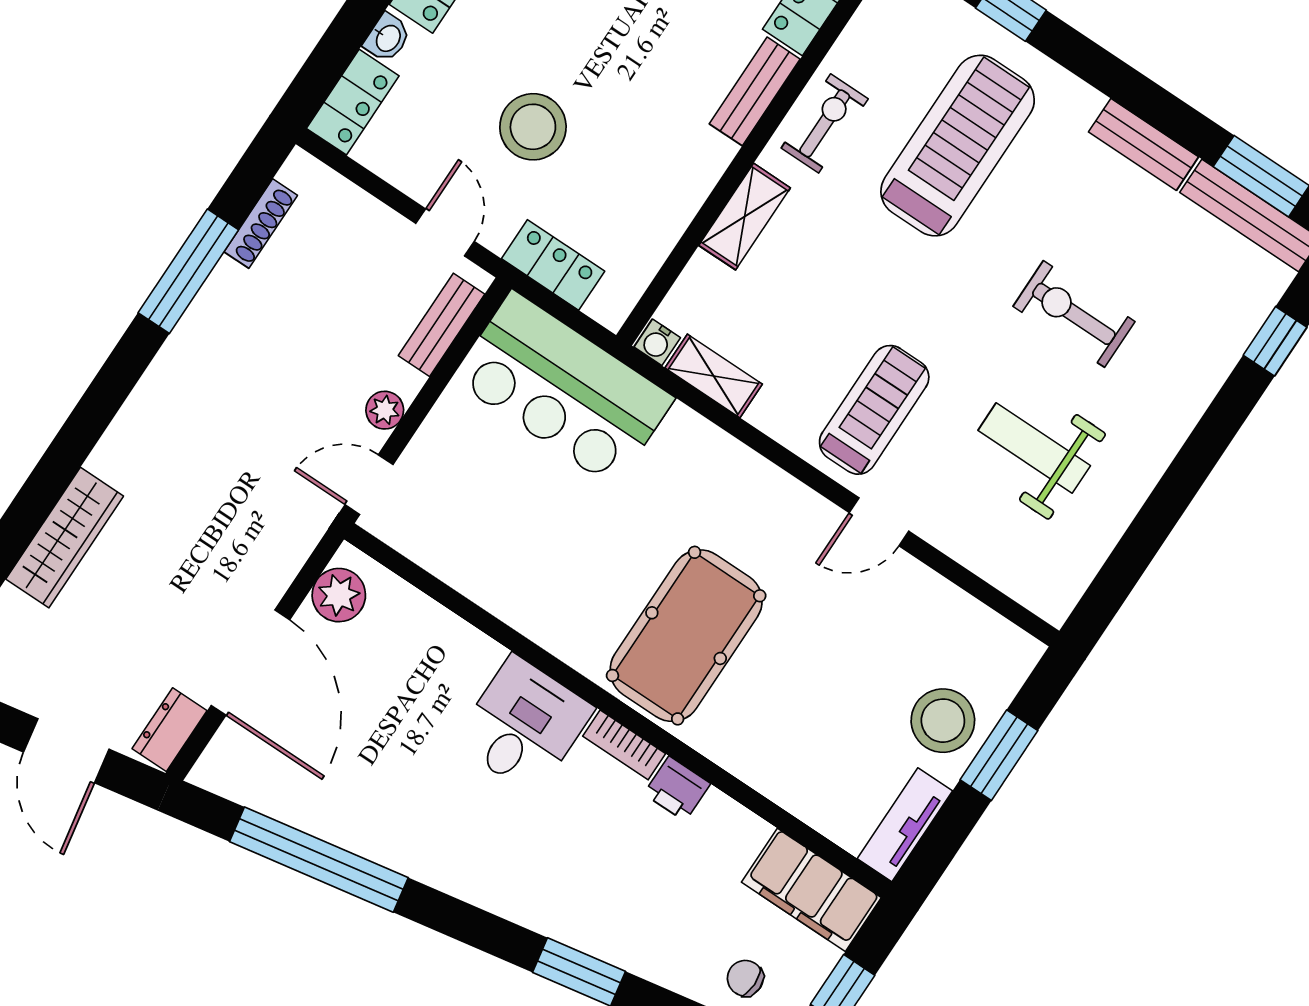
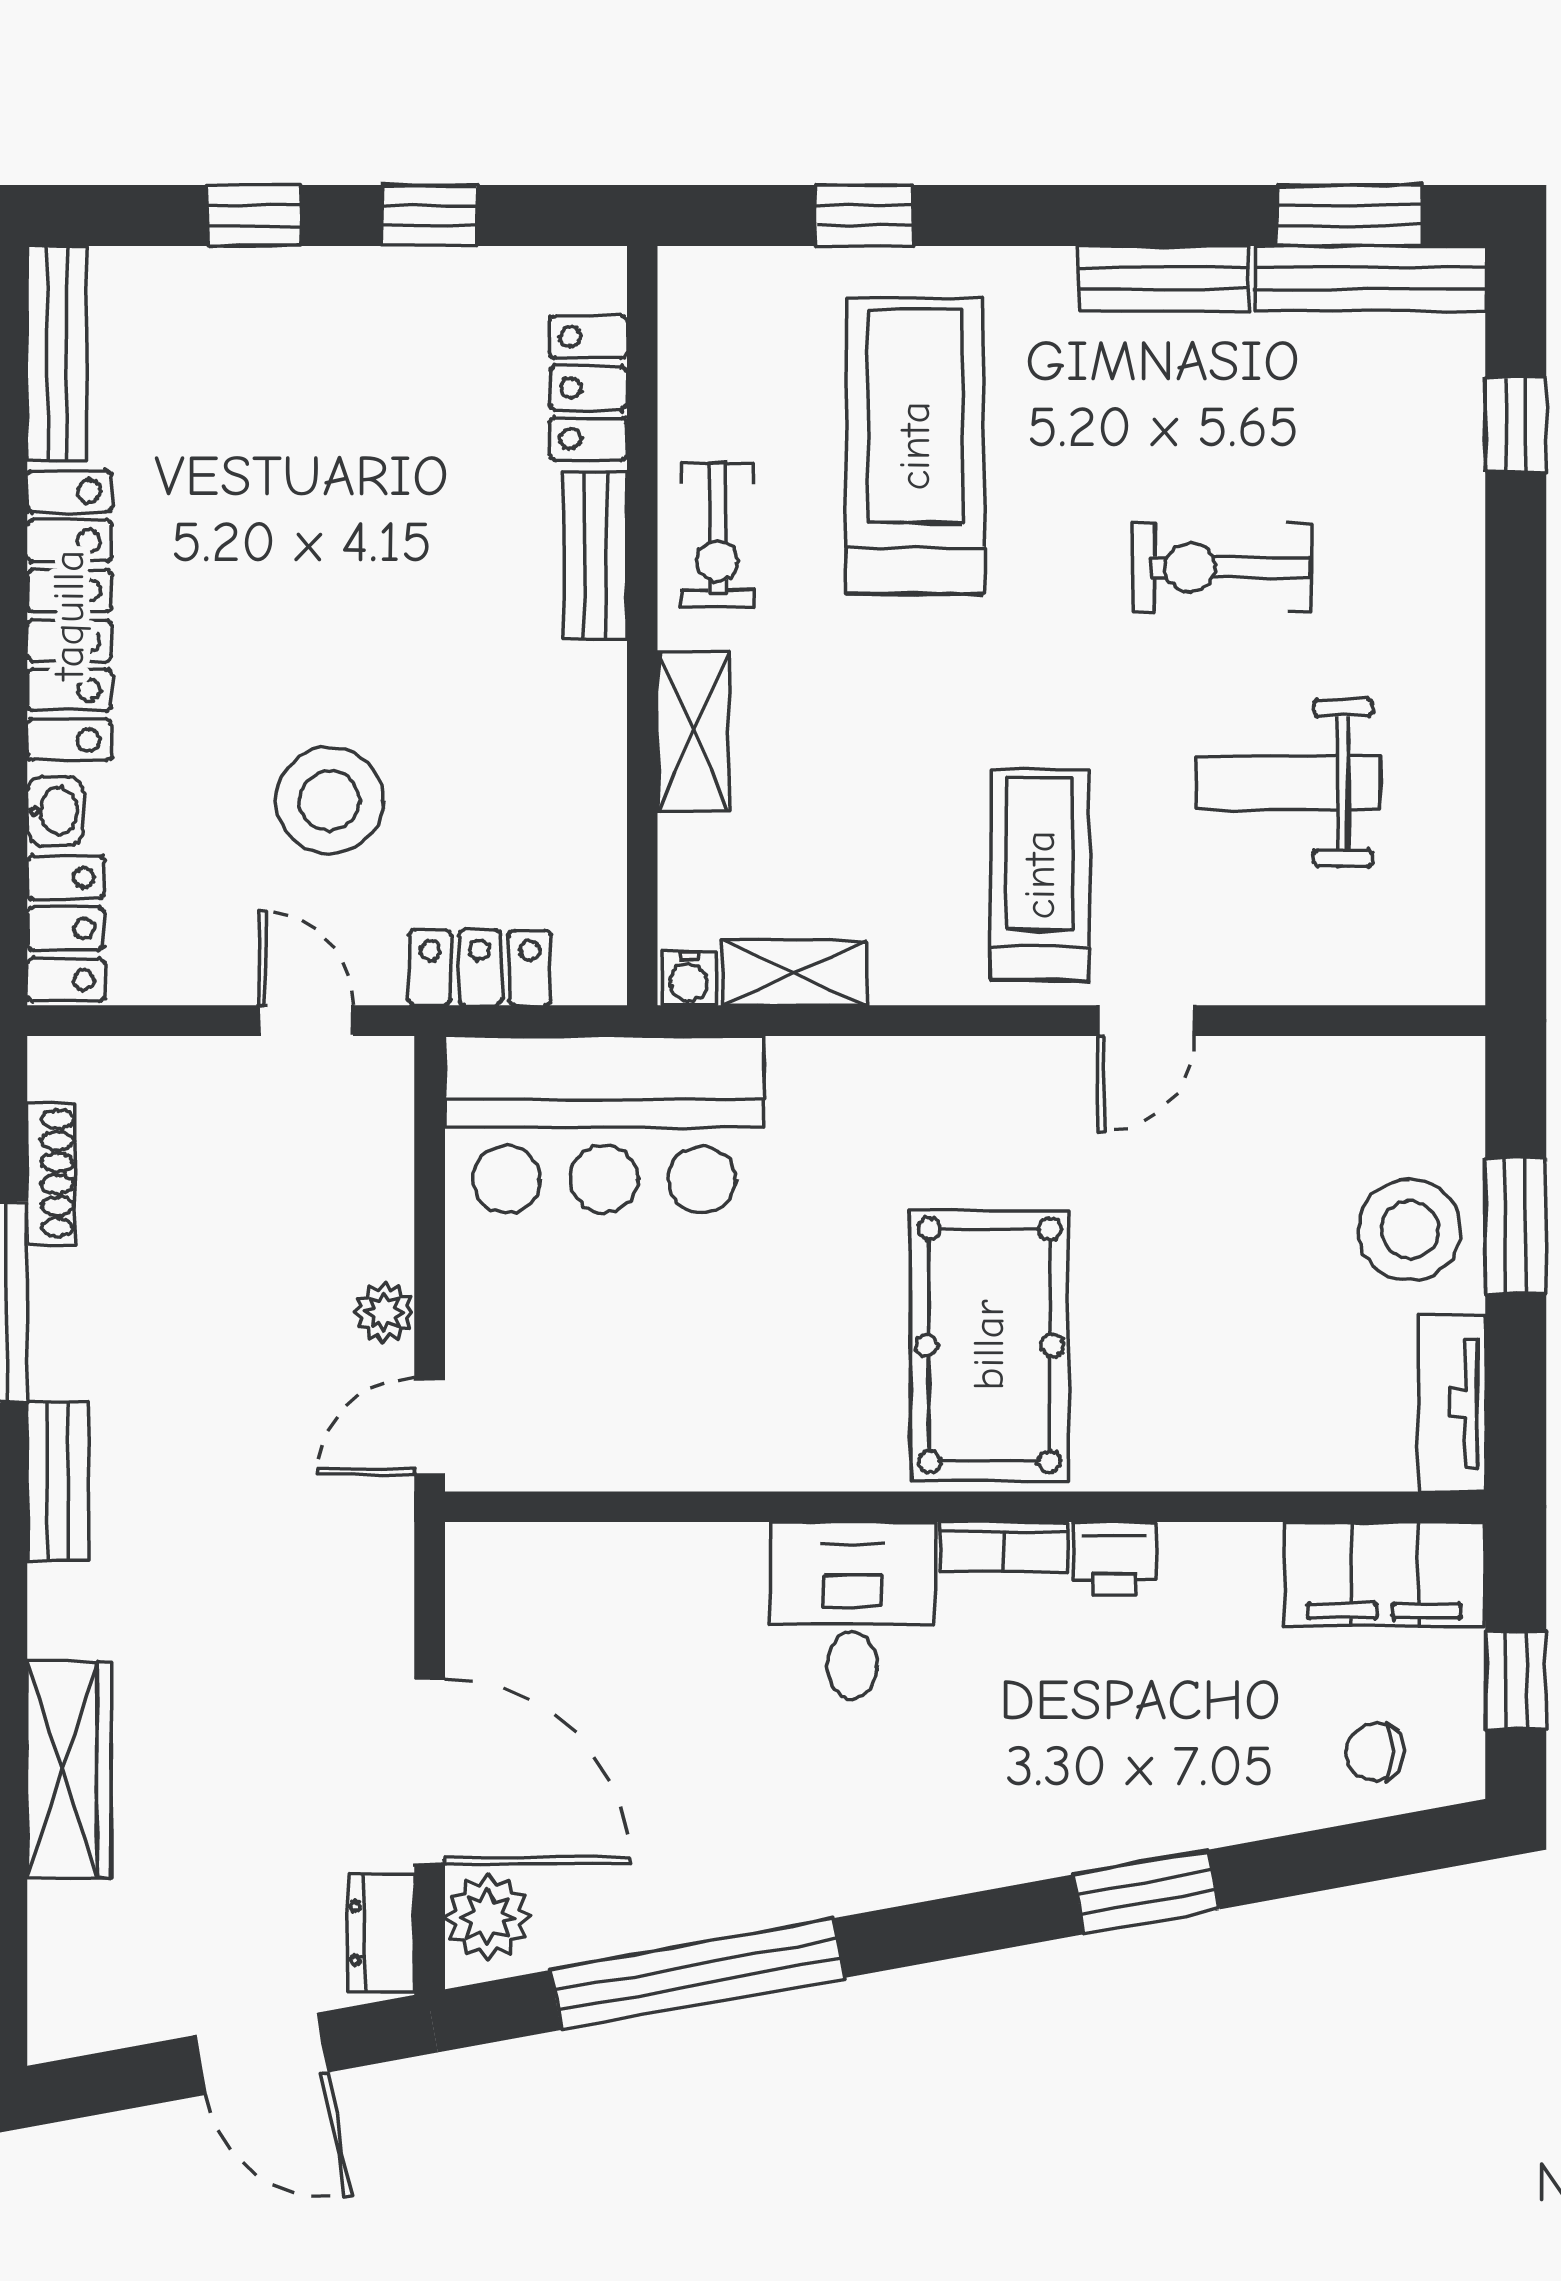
exercise bike: (825, 123) -> (717, 535), turned 180
bench: (442, 325) -> (58, 1482), moved
plant: (339, 595) -> (488, 1917), moved

